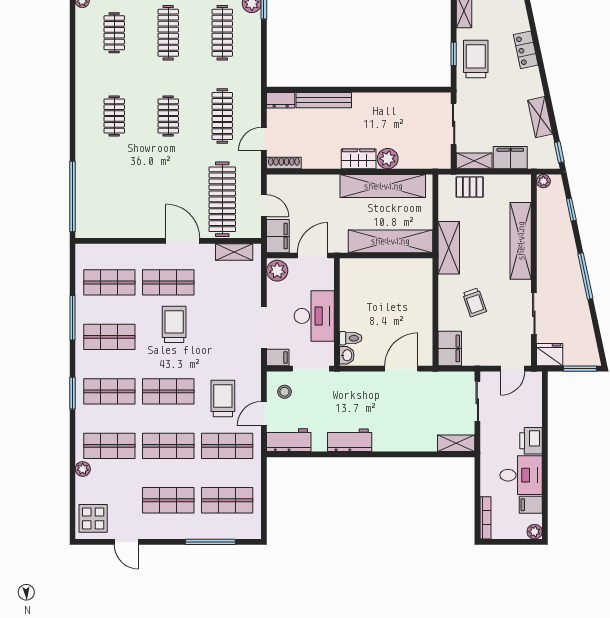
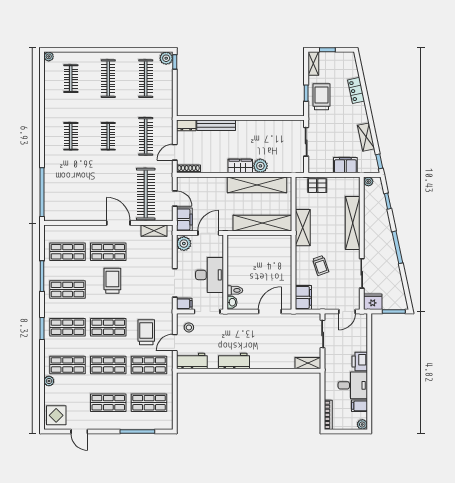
shelving: (474, 161) -> (320, 167), removed

